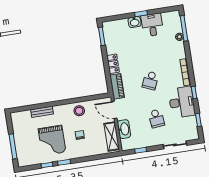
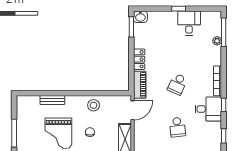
washbasin: (135, 22) -> (140, 17), moved
desk: (182, 102) -> (208, 109), width x0.73
door: (114, 110) -> (132, 110), swing flipped
washbasin: (124, 129) -> (140, 133), removed

